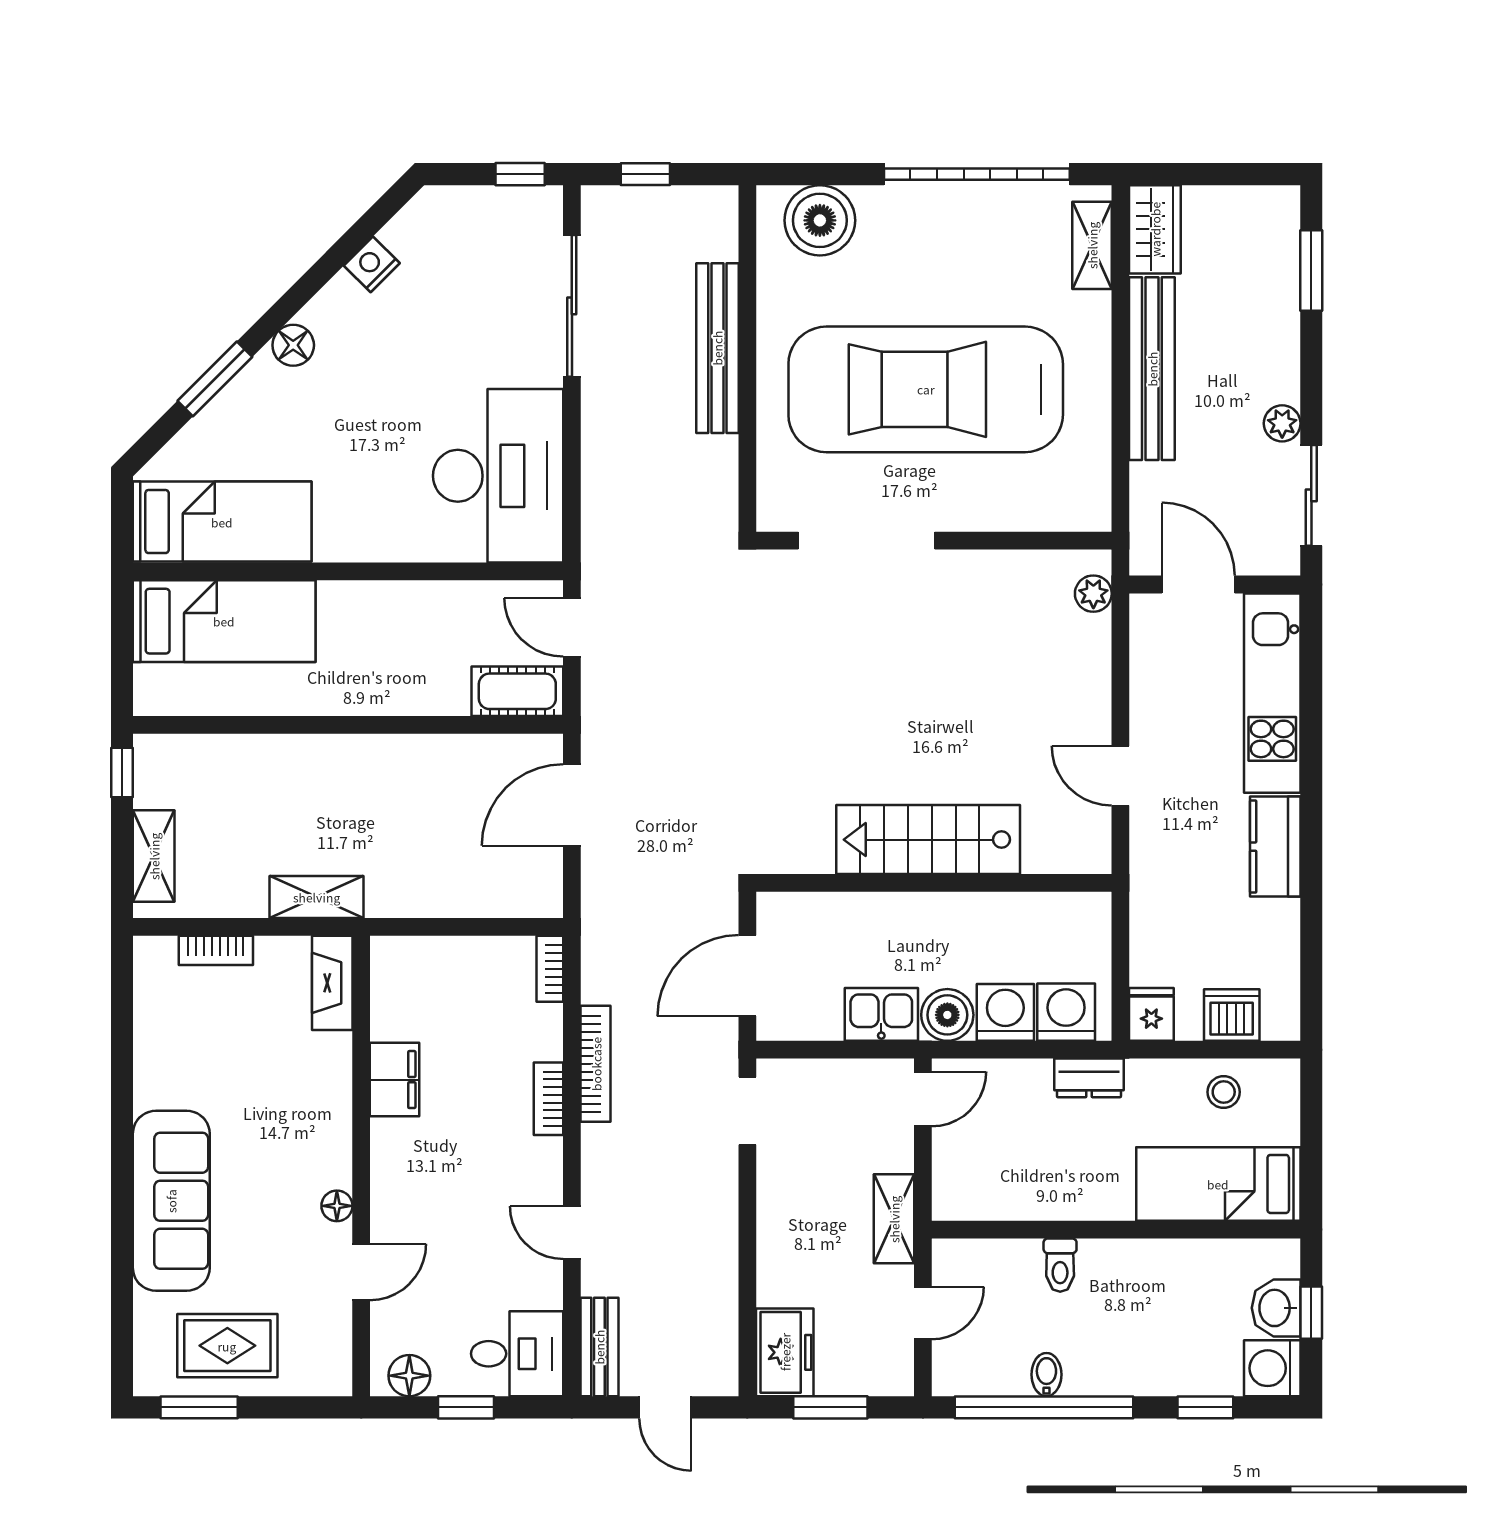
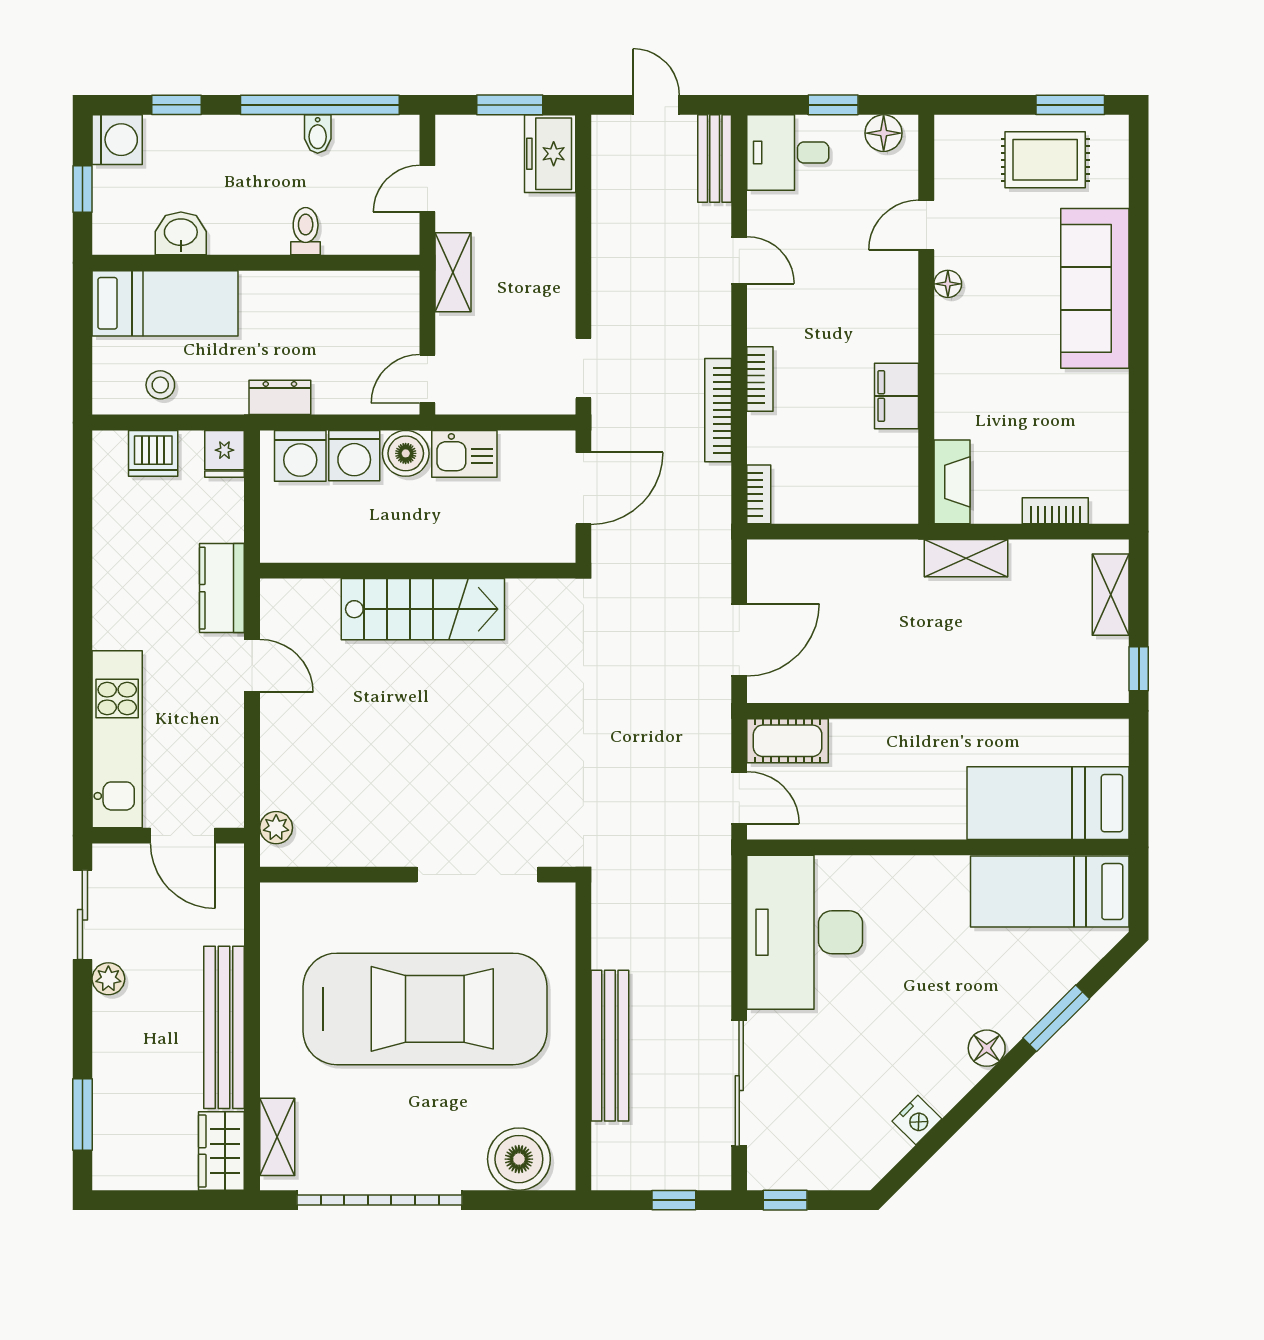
kitchen counter: (1275, 847) -> (222, 588), moved, turned 180
washbasin: (1276, 1308) -> (181, 233), moved, turned -90

